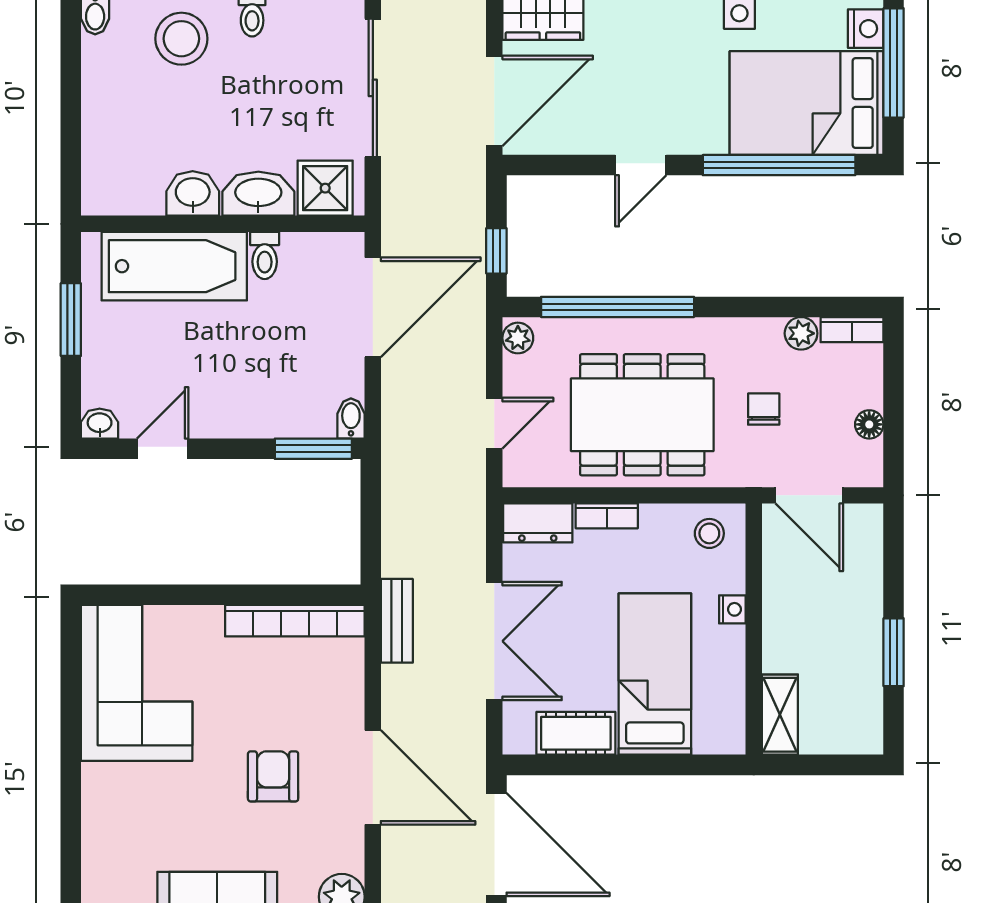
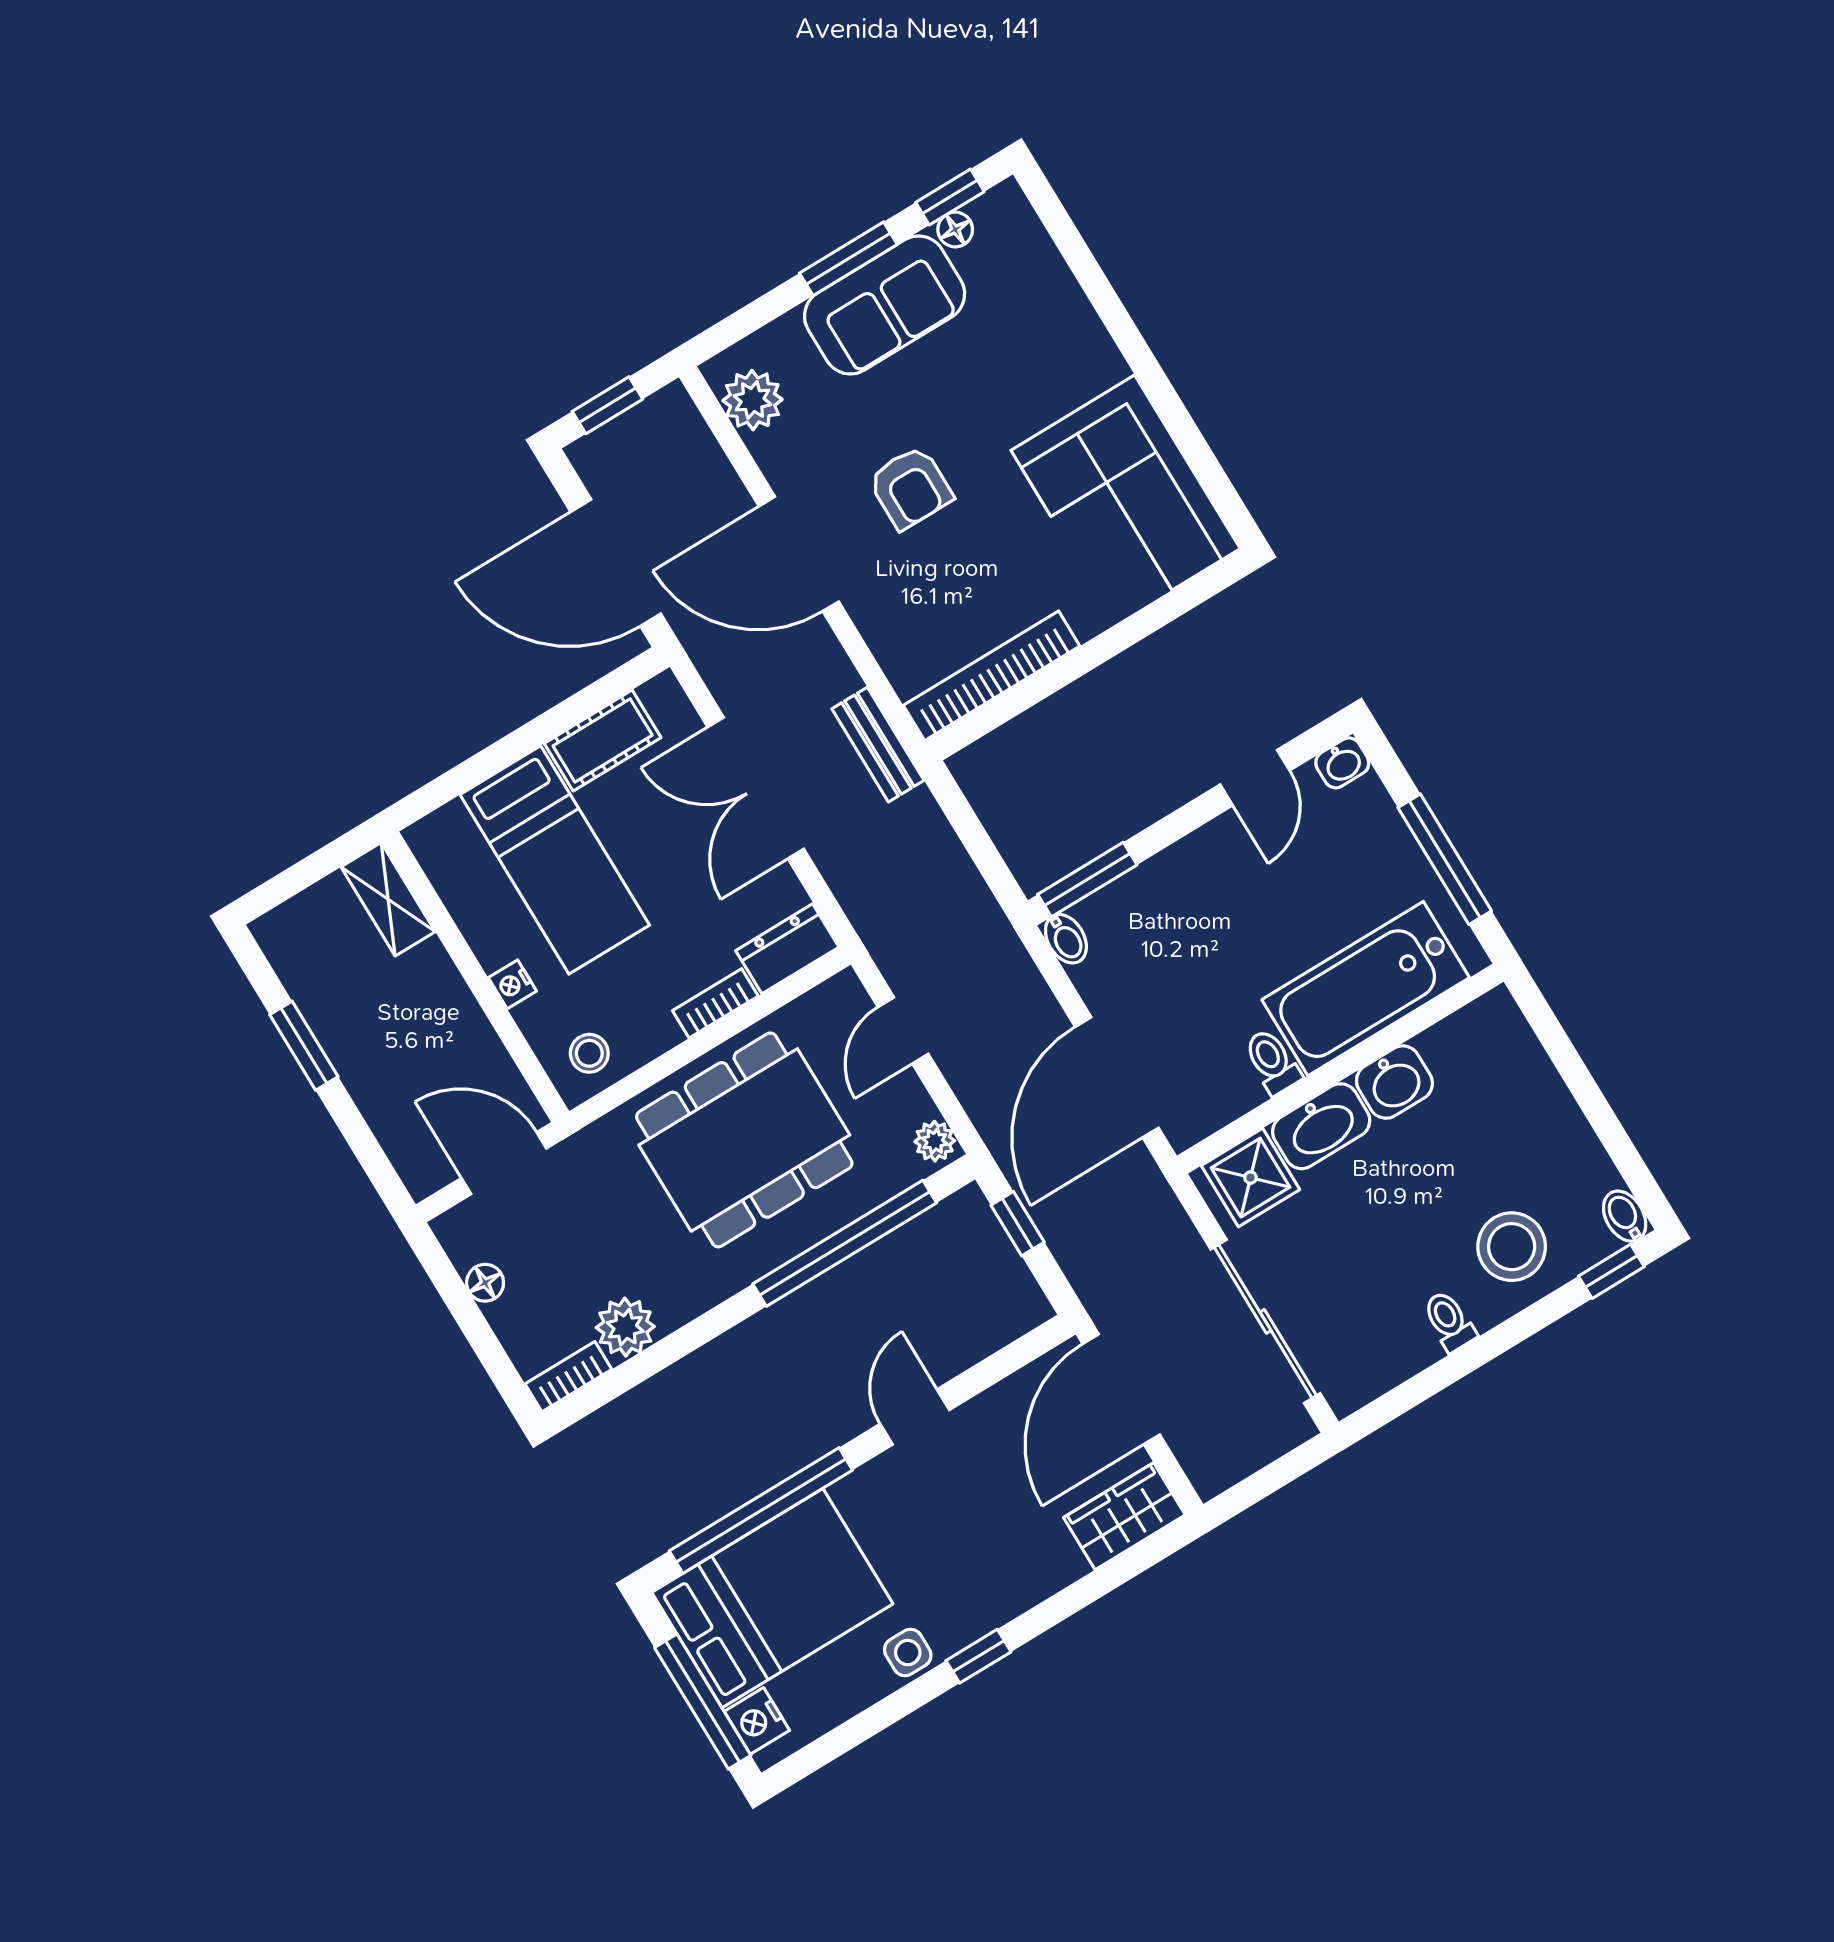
window: (71, 320) -> (1445, 859), width x1.44
plant: (801, 333) -> (625, 1327), width x1.38, depth x1.38
chair: (764, 409) -> (613, 1228), removed

